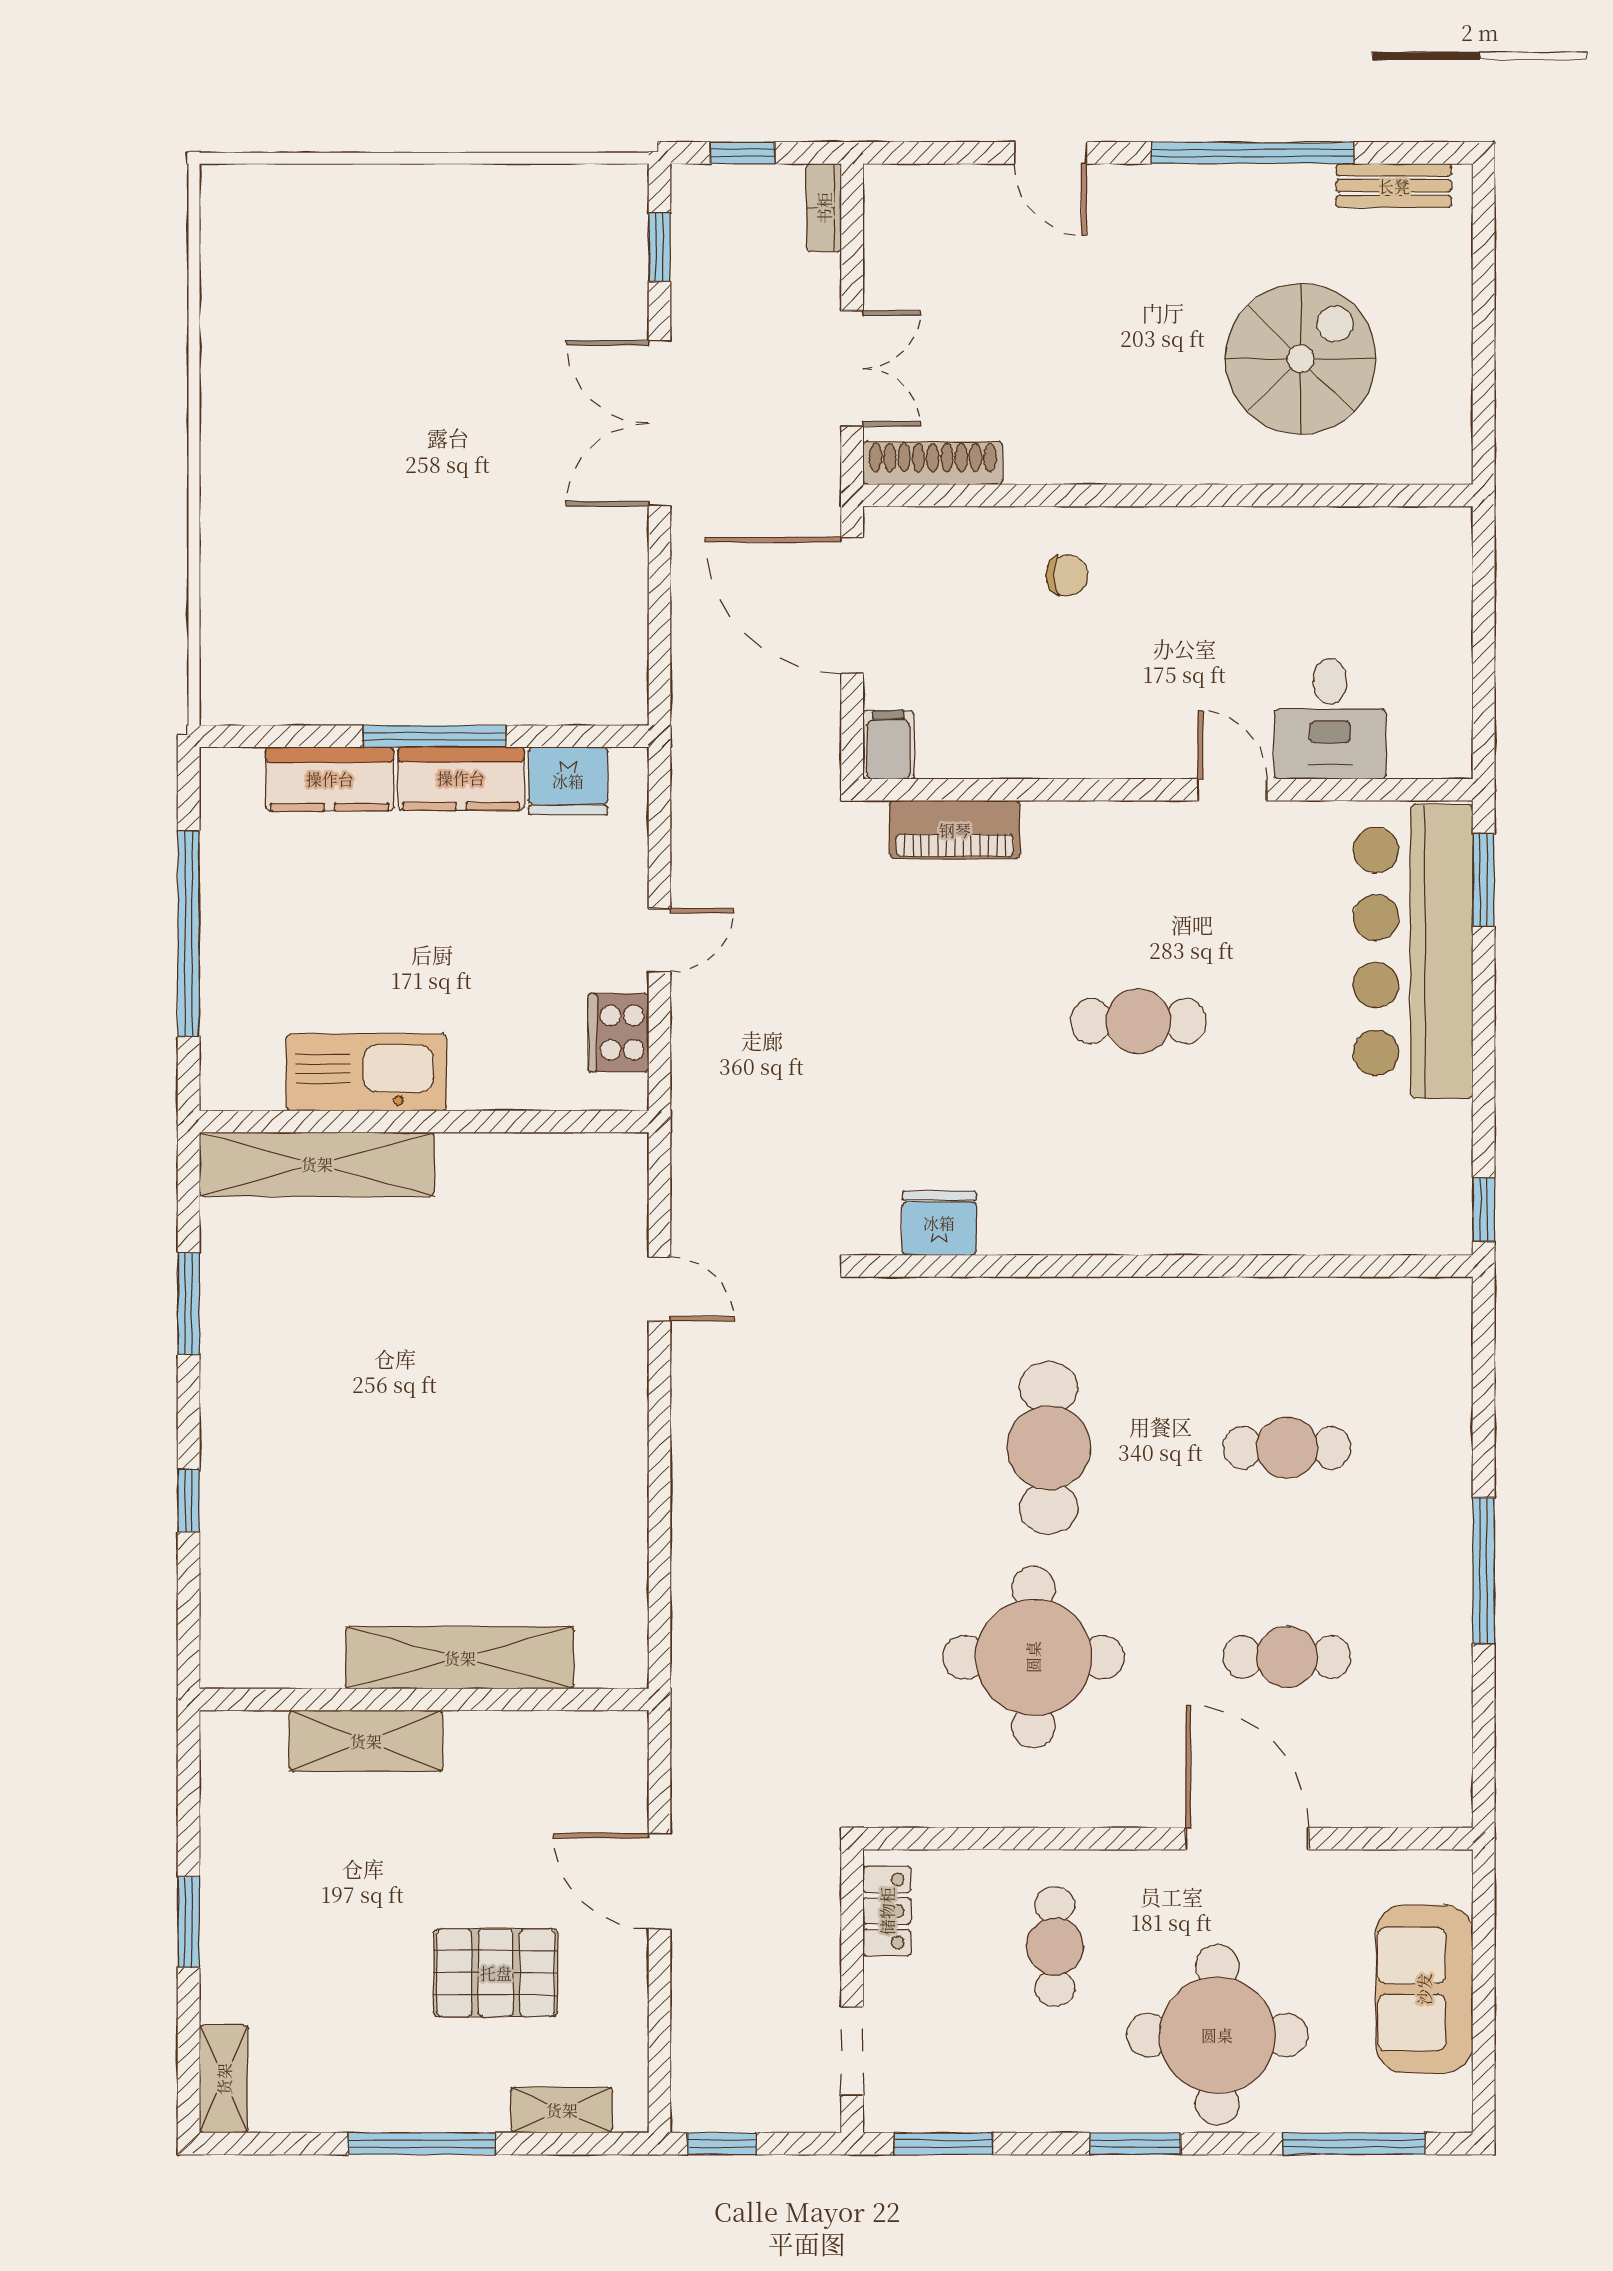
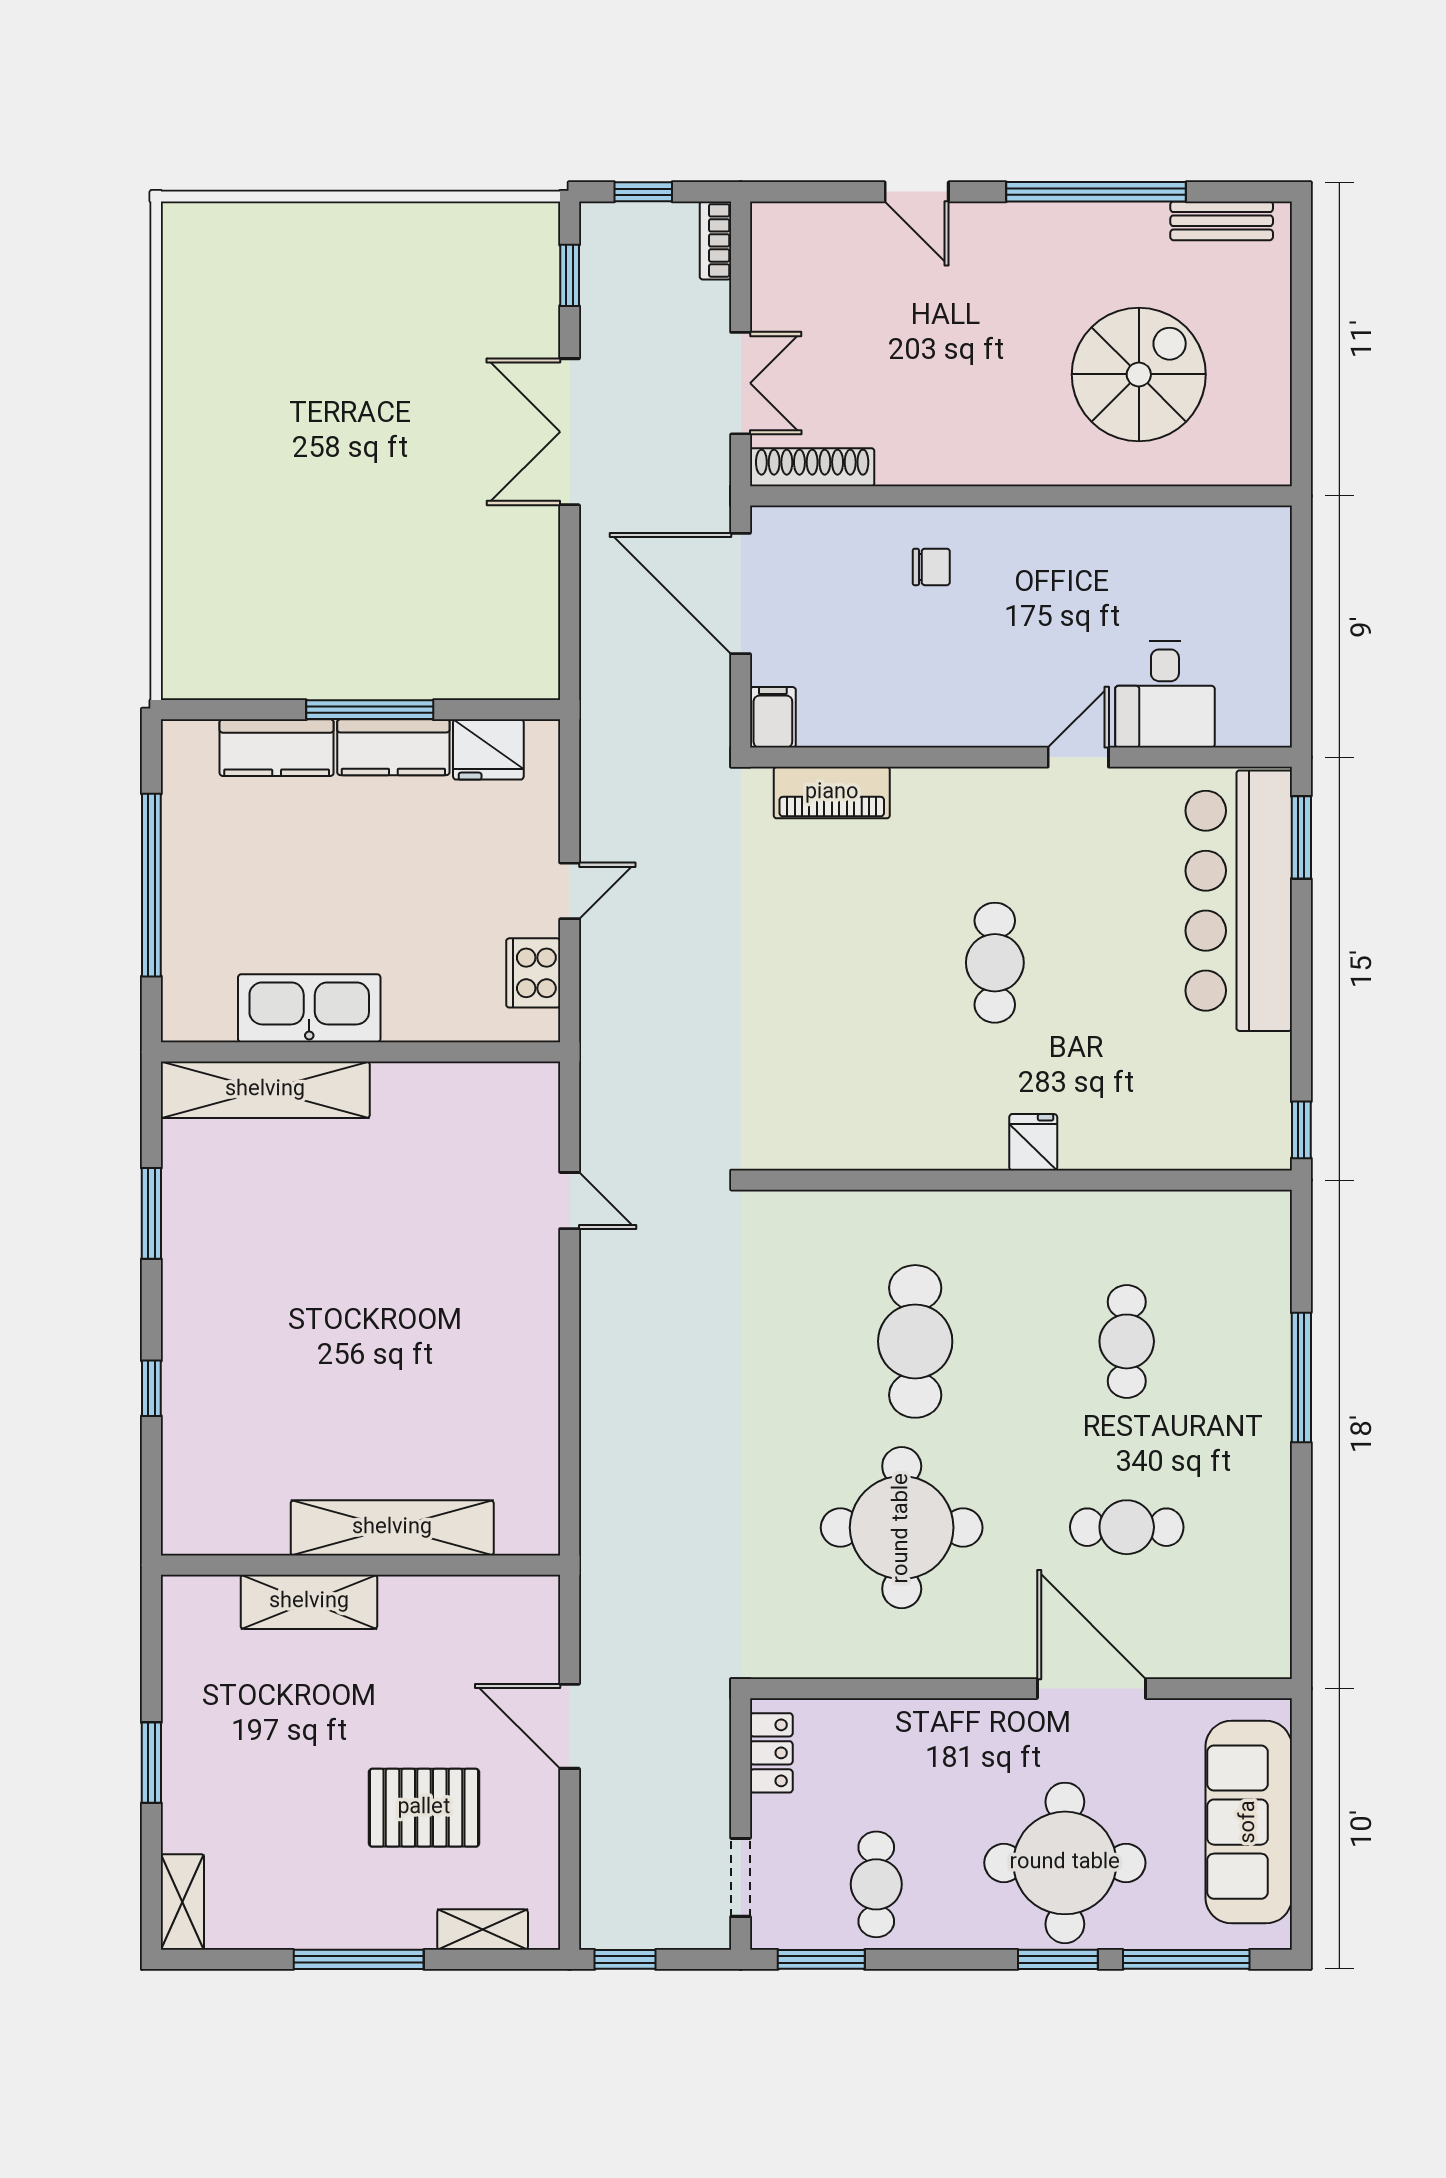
door: (1232, 790) -> (1078, 757), hinge flipped
cafe table: (1138, 1021) -> (995, 963), turned 90
fridge: (939, 1223) -> (1033, 1142), moved, width x0.72
cafe table: (1287, 1448) -> (1127, 1341), turned 90
window: (1484, 1571) -> (1301, 1377), moved
cafe table: (1055, 1946) -> (876, 1884), moved
sofa: (1424, 1989) -> (1249, 1822), width x1.36
window: (1135, 2144) -> (1058, 1959), moved

